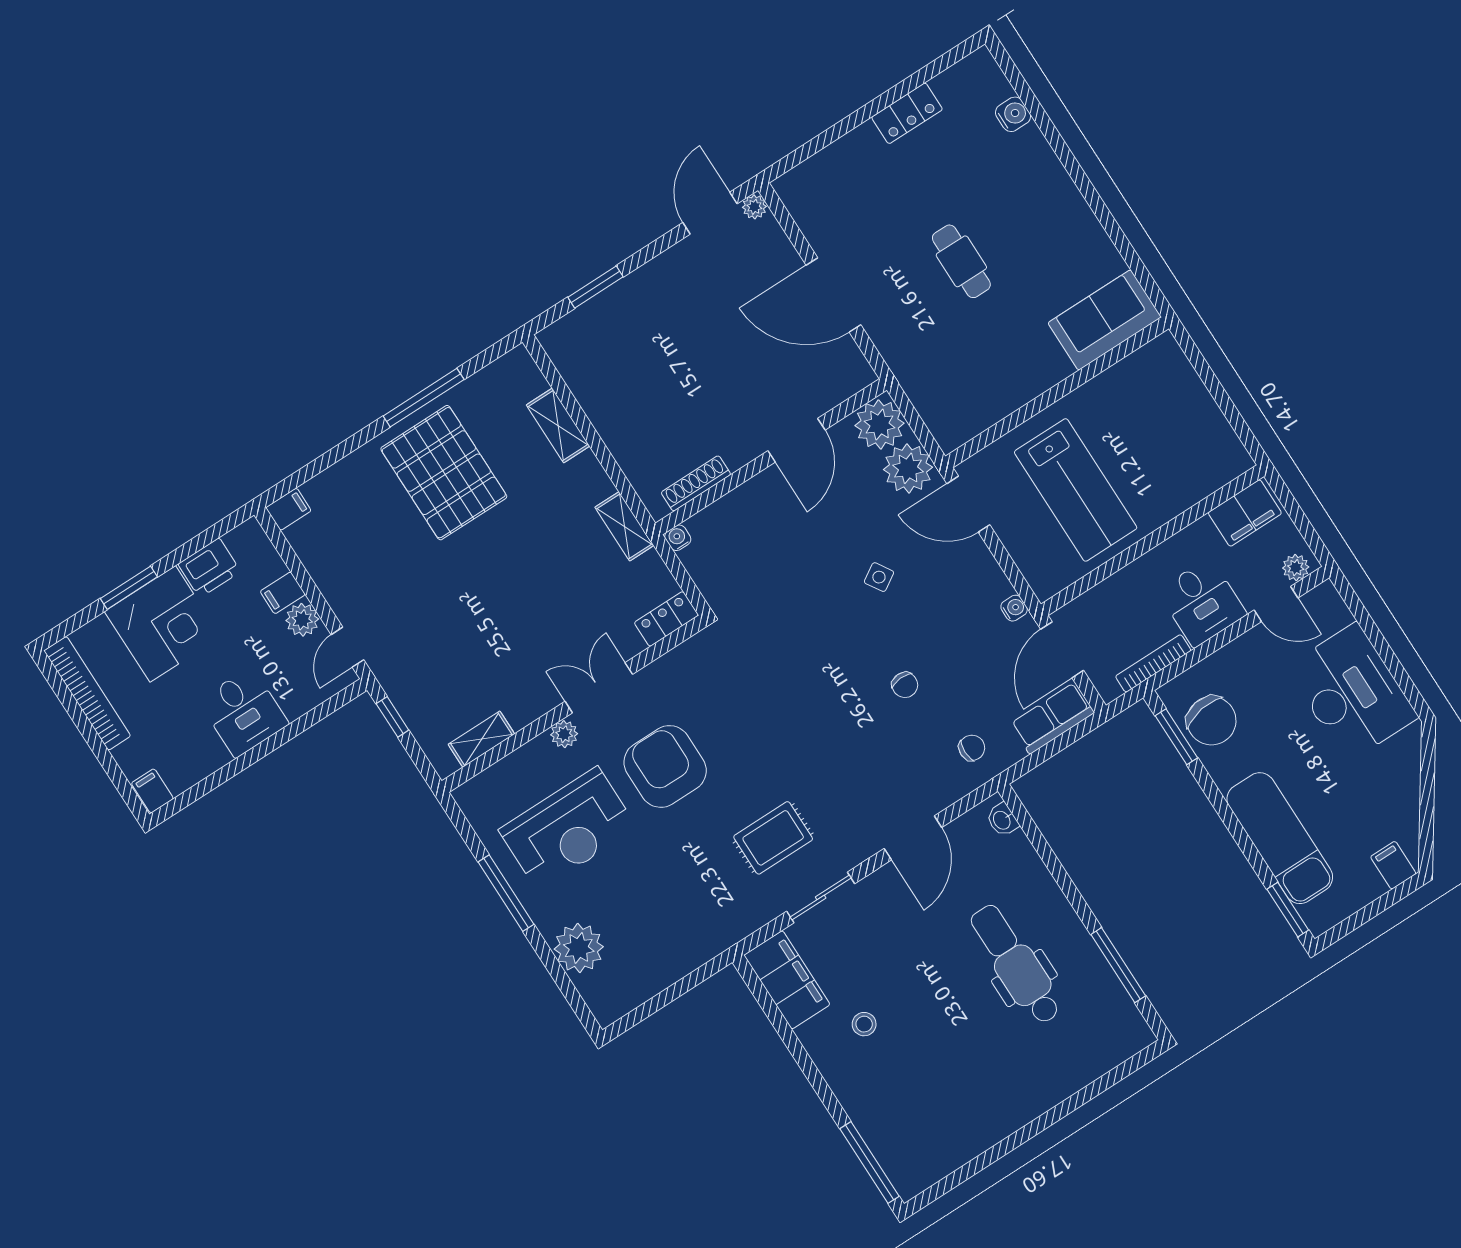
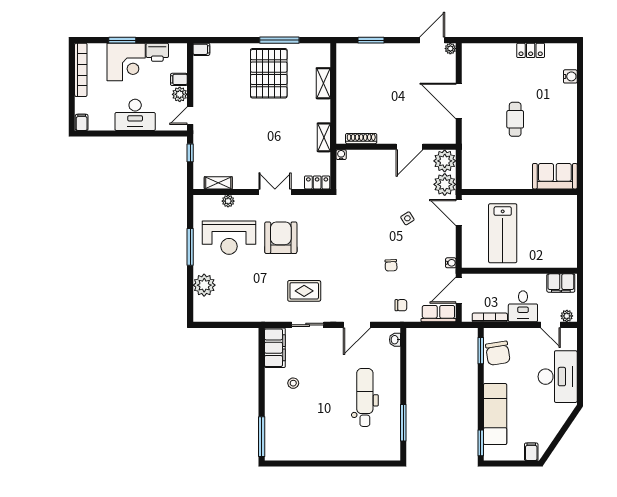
desk: (243, 712) -> (135, 115), width x1.37
plant: (564, 734) -> (228, 201), moved

